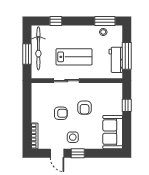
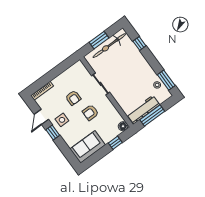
lab bench: (74, 57) -> (123, 77), removed
workbench: (116, 60) -> (143, 110), width x1.38
floor lamp: (117, 88) -> (123, 126), added

